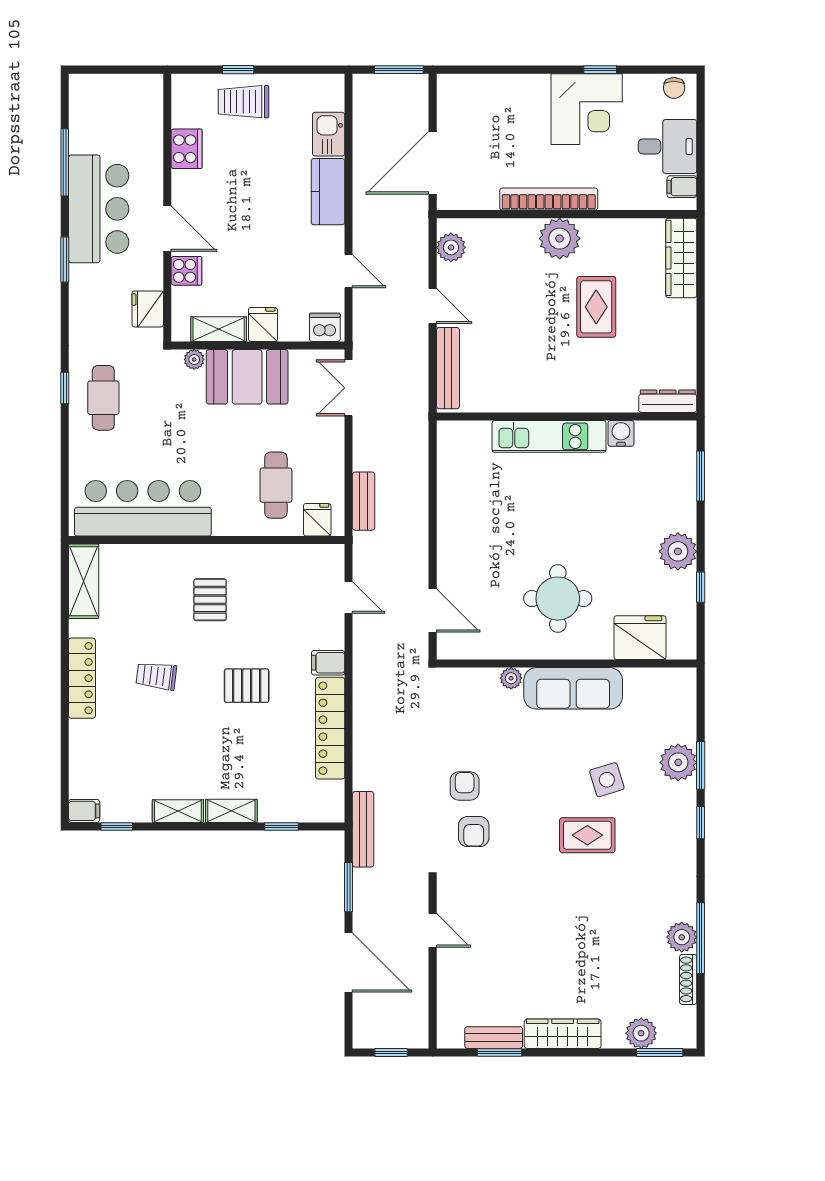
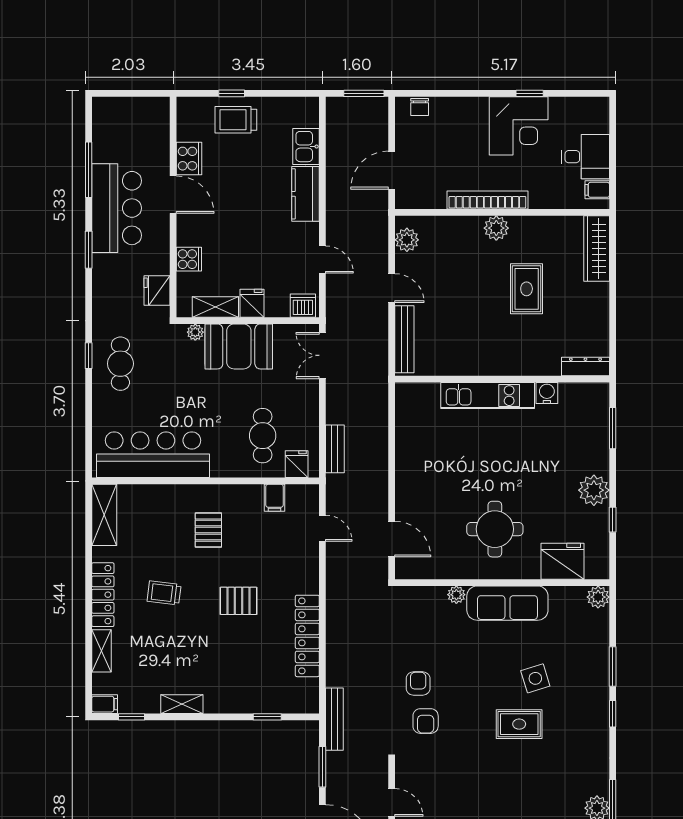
chair: (674, 88) -> (420, 107), moved
door: (433, 163) -> (392, 170), width x0.73
door: (167, 229) -> (173, 195), moved
plant: (560, 239) -> (496, 228), width x0.73, depth x0.73
filing cabinet: (328, 663) -> (275, 498), moved, turned -90
plant: (678, 762) -> (598, 597), moved, width x0.73, depth x0.73
shelving: (231, 811) -> (101, 651), moved, turned 90

